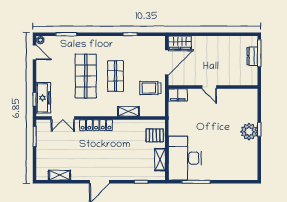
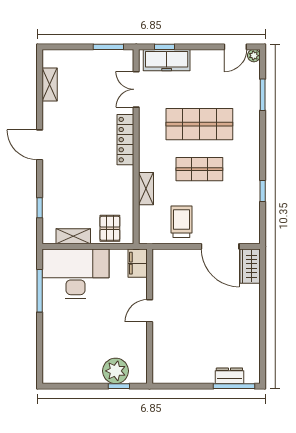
door: (209, 87) -> (150, 311), moved
wall: (213, 87) -> (150, 316), moved
filing cabinet: (178, 95) -> (138, 263), moved

